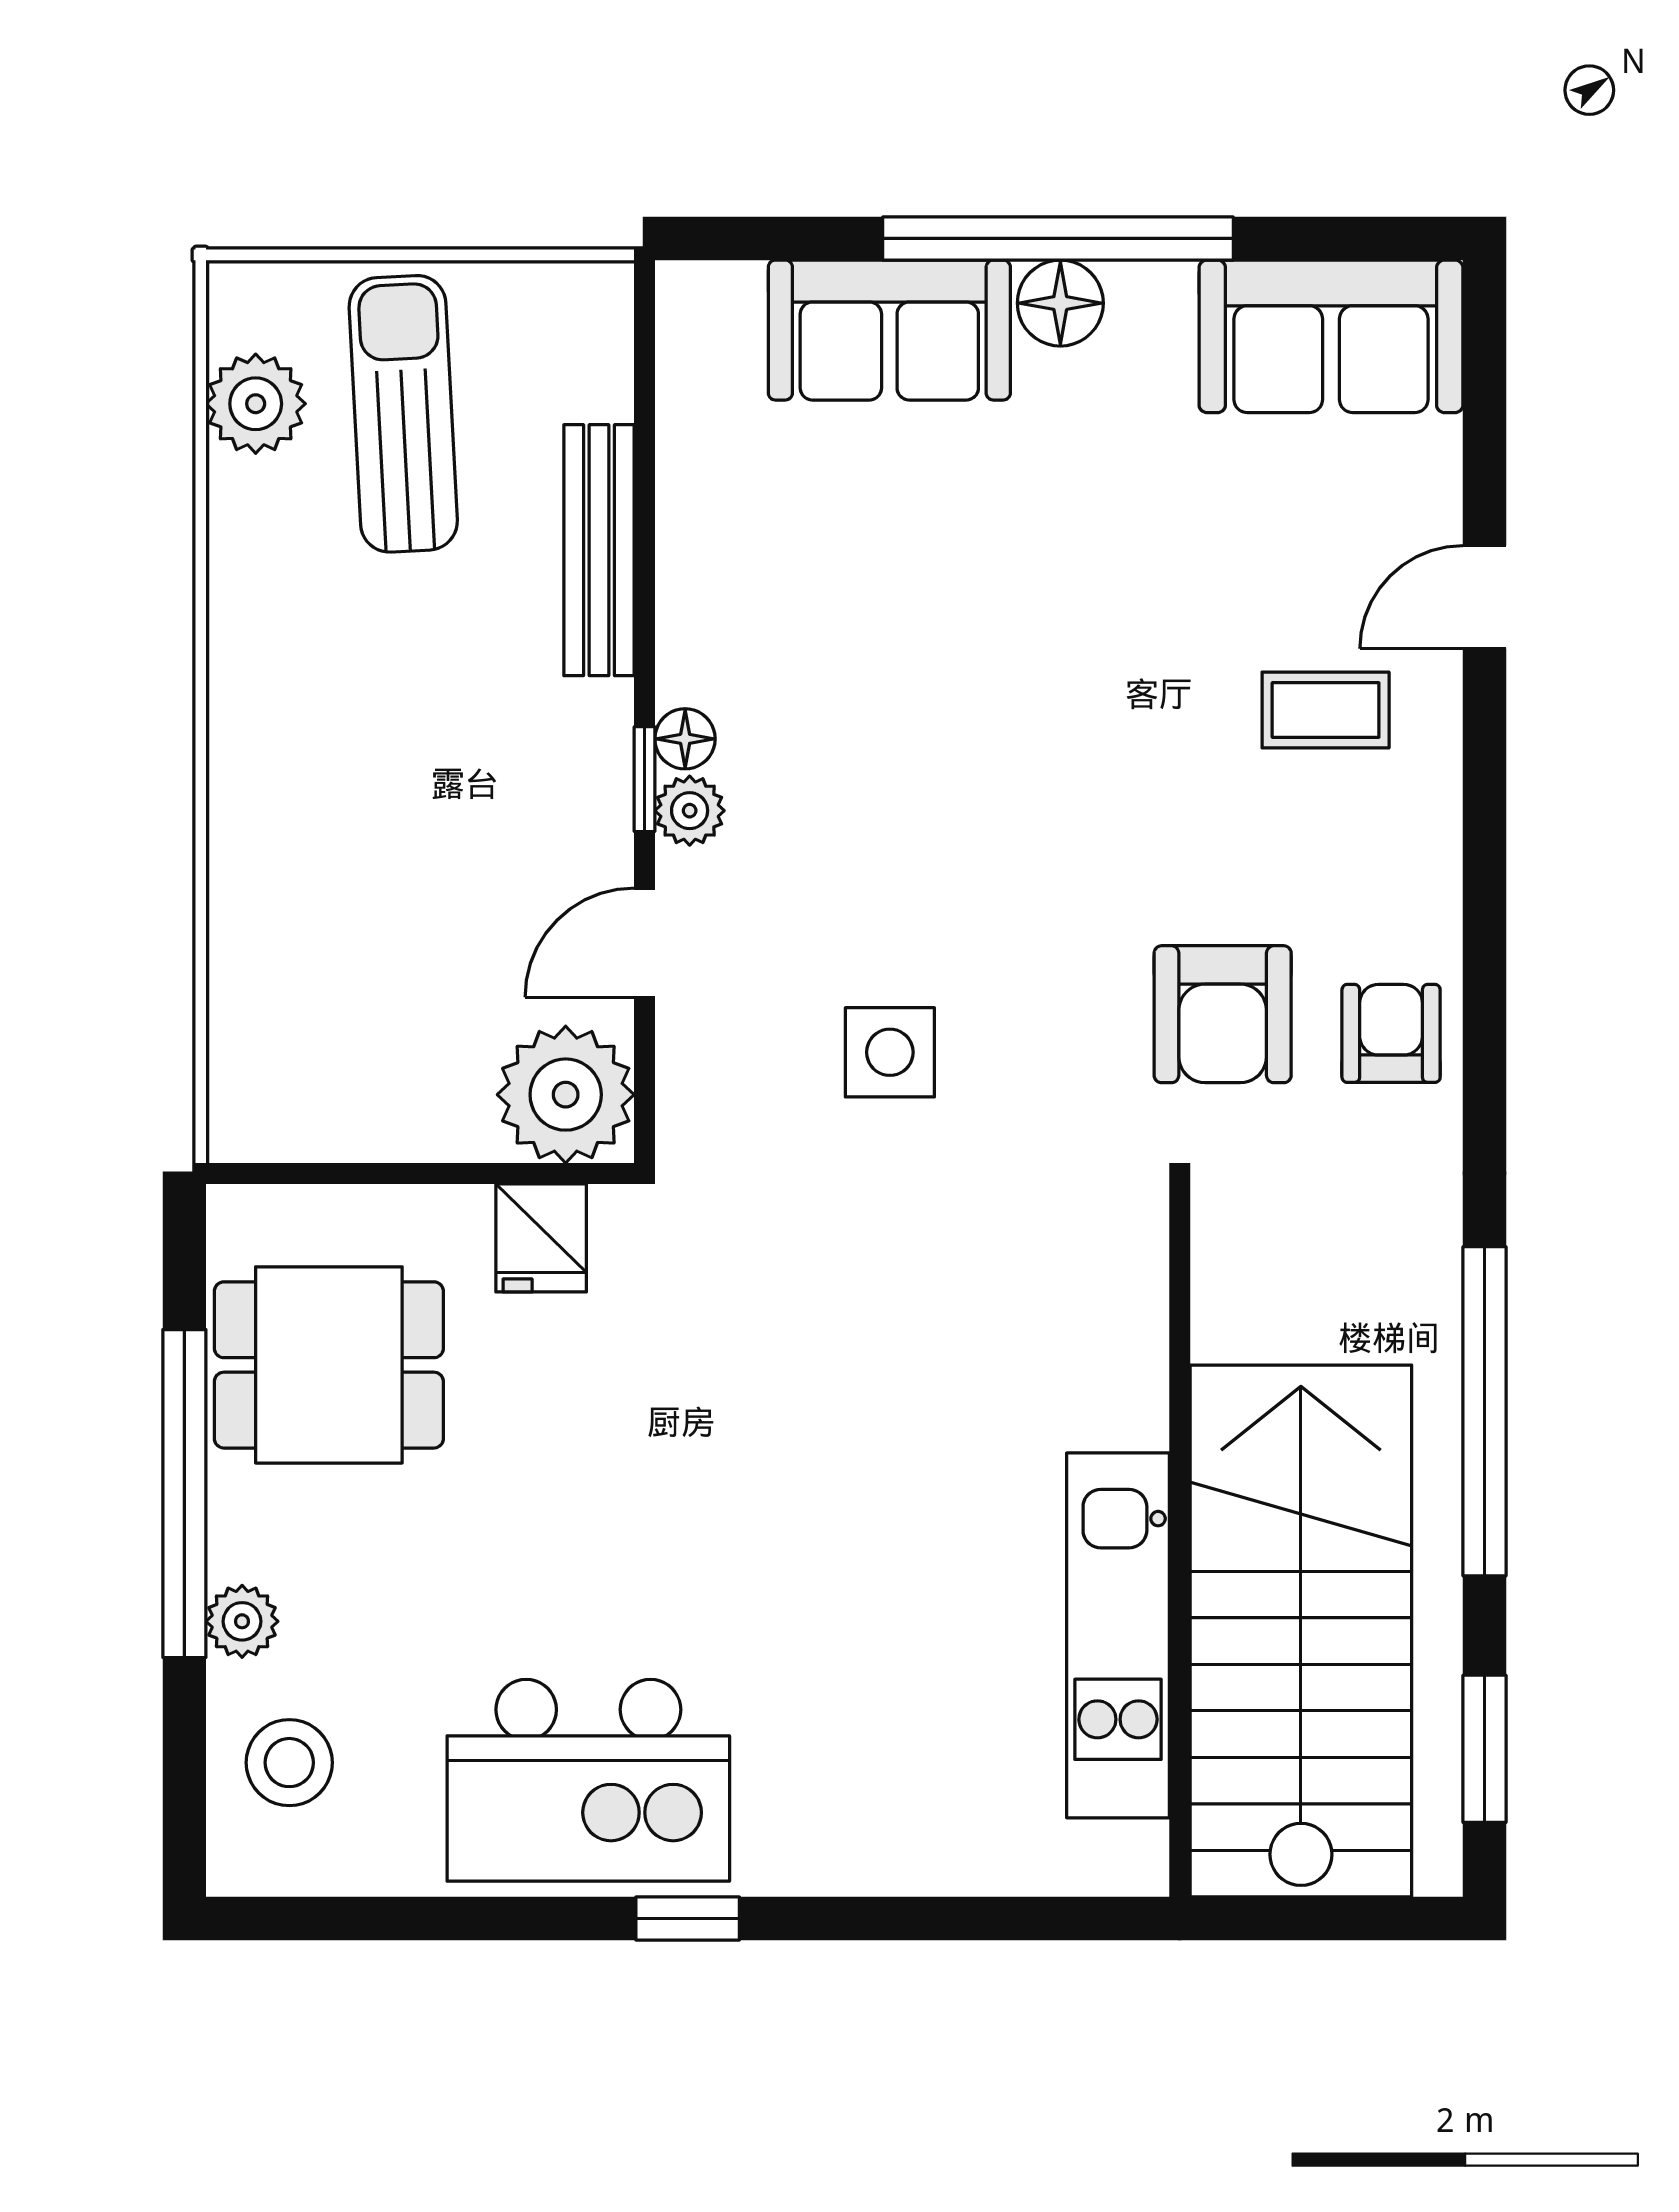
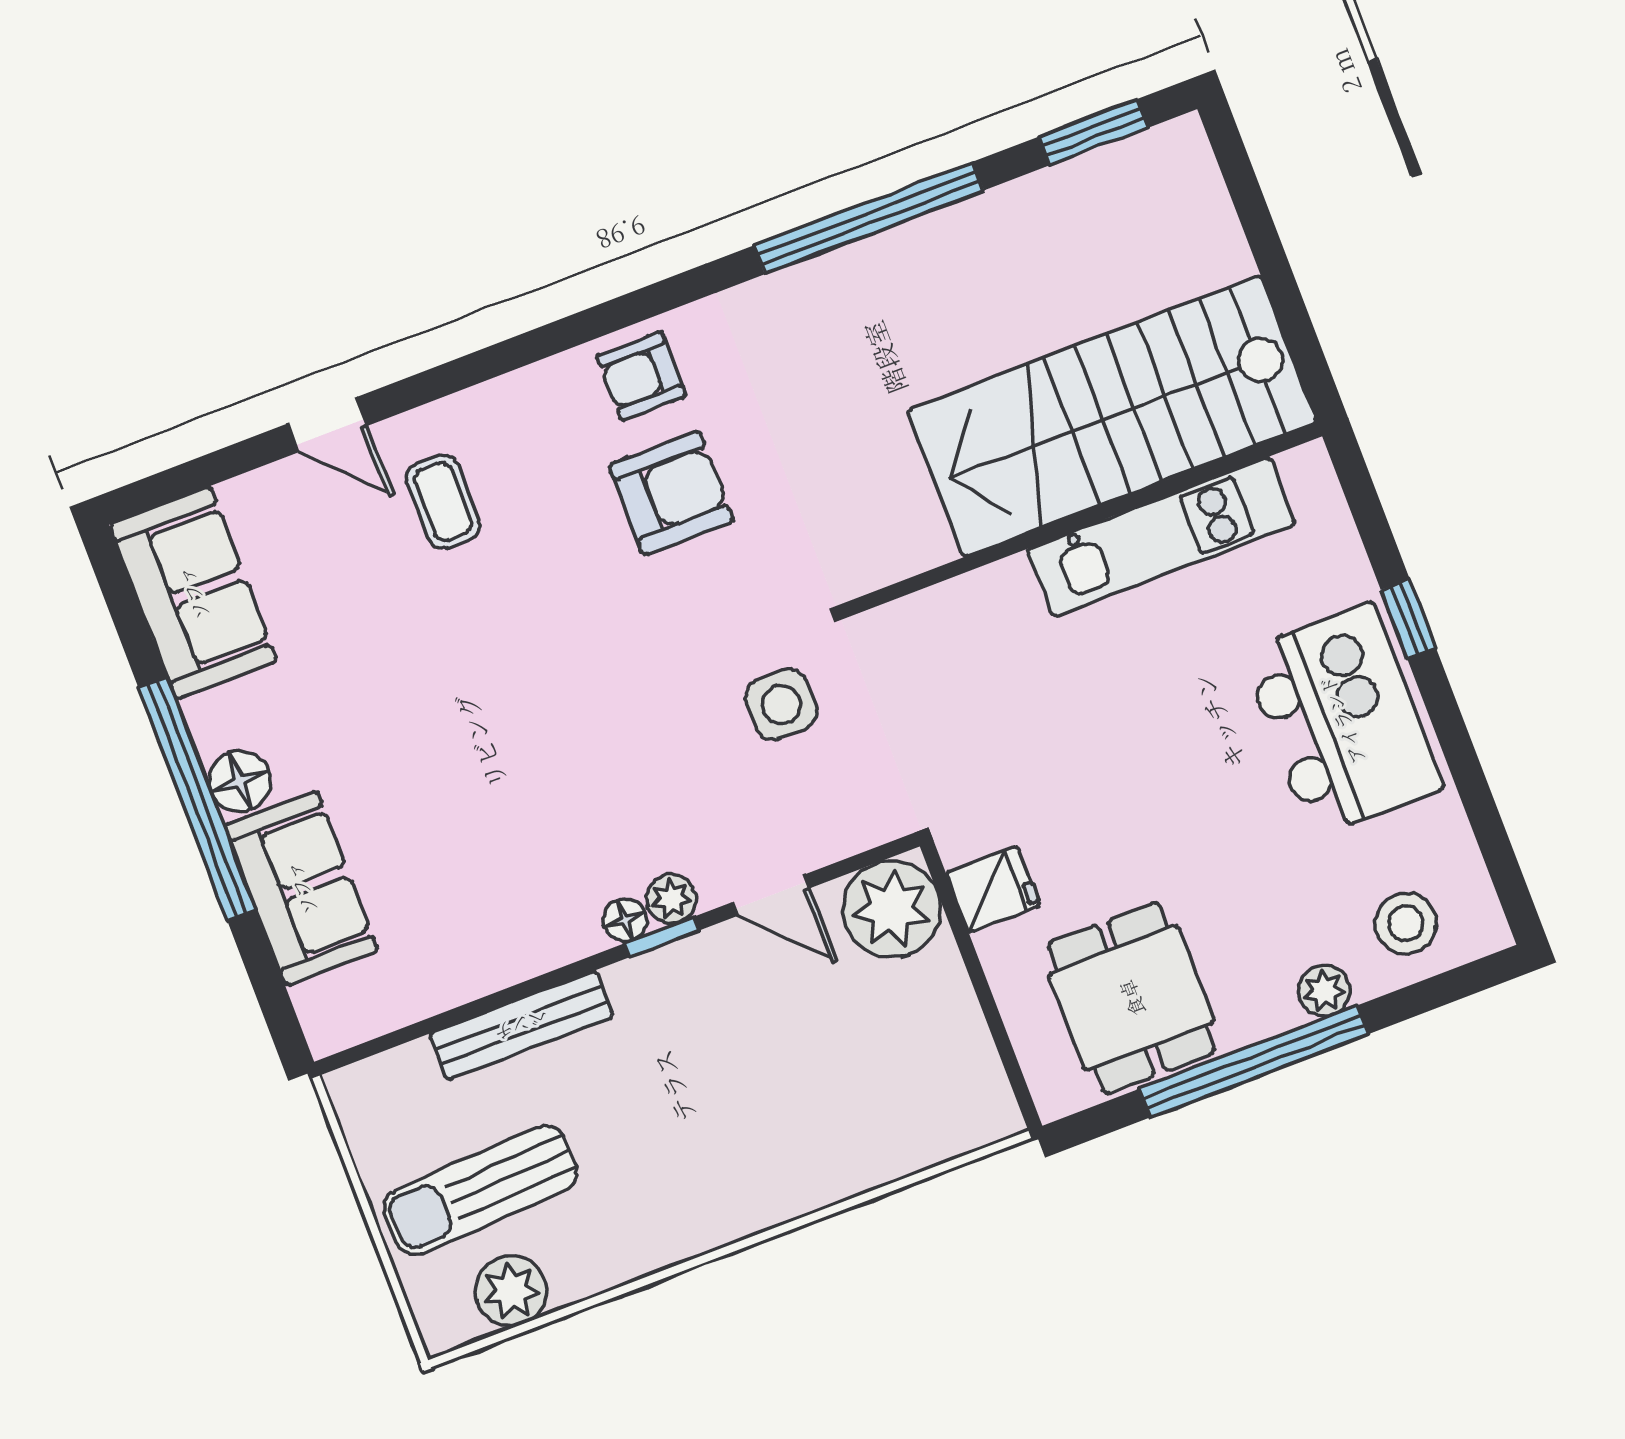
wall: (1180, 1540) -> (1083, 520), moved
stairs: (1301, 1631) -> (1112, 416), moved
kitchen unit: (1118, 1635) -> (1161, 537), moved

